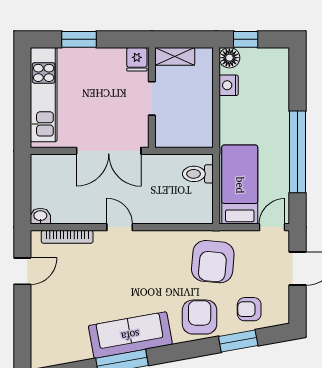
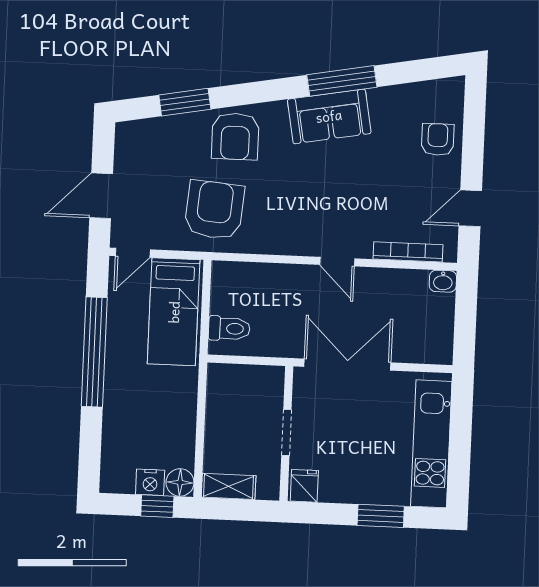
shelving: (175, 56) -> (229, 486), moved
nightstand: (229, 85) -> (150, 482), moved, turned 90
armchair: (249, 309) -> (438, 140), moved, turned -90
sofa: (130, 335) -> (329, 116), width x0.73

